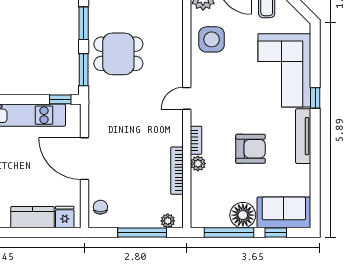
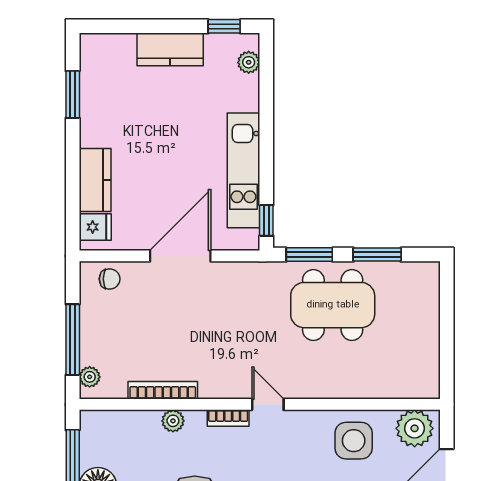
dining table: (118, 54) -> (333, 305), width x1.38
bookcase: (196, 140) -> (228, 418), moved

